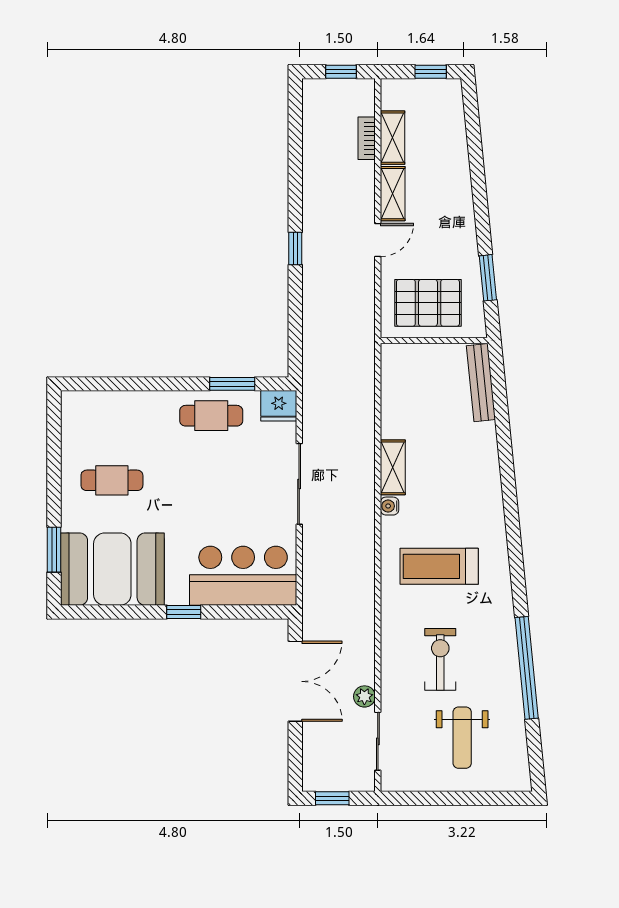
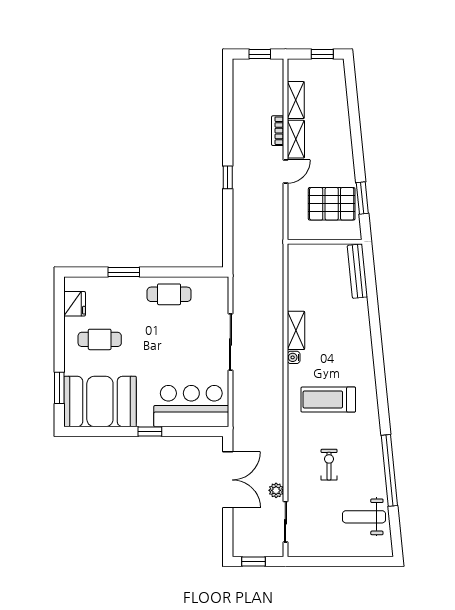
bookcase: (367, 138) -> (278, 131), moved
pallet: (428, 303) -> (332, 204), moved
window: (232, 384) -> (124, 272), moved
fridge: (279, 406) -> (75, 304), moved, turned -90
exercise bike: (440, 659) -> (329, 465), width x0.73, depth x0.72
weight bench: (462, 738) -> (364, 517), moved, turned 90

